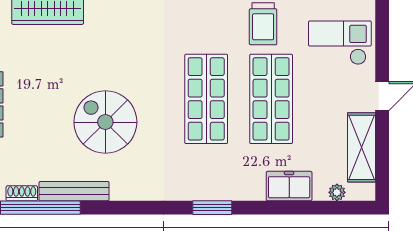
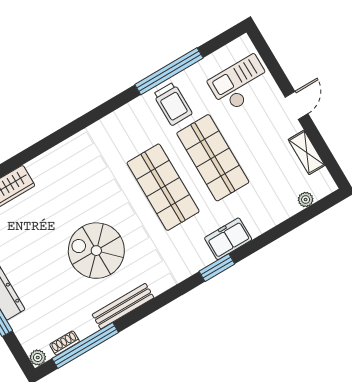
shelving: (361, 147) -> (307, 152), width x0.67, depth x0.75
freezer: (289, 186) -> (228, 239), moved
bench: (74, 191) -> (123, 306), moved

